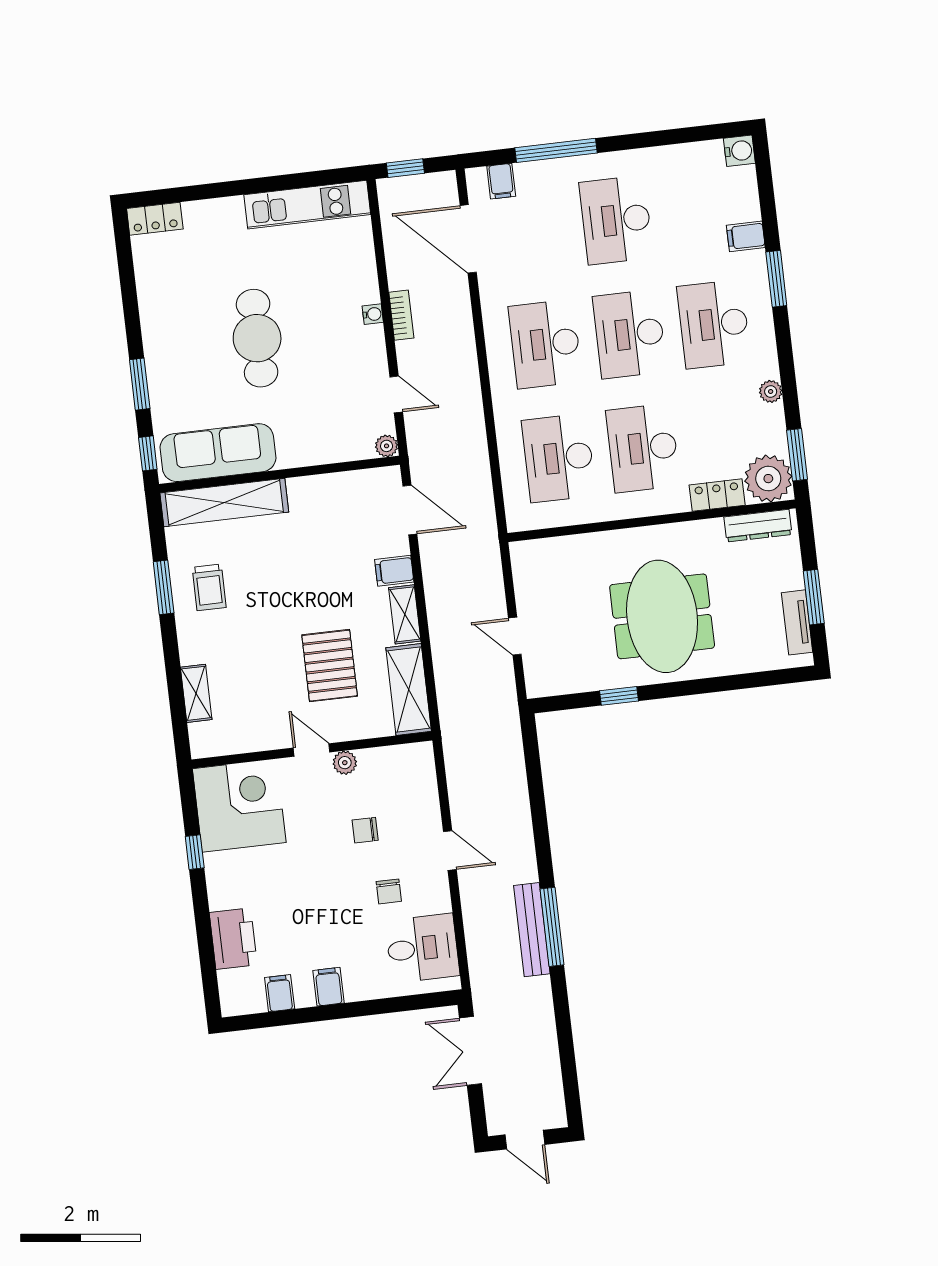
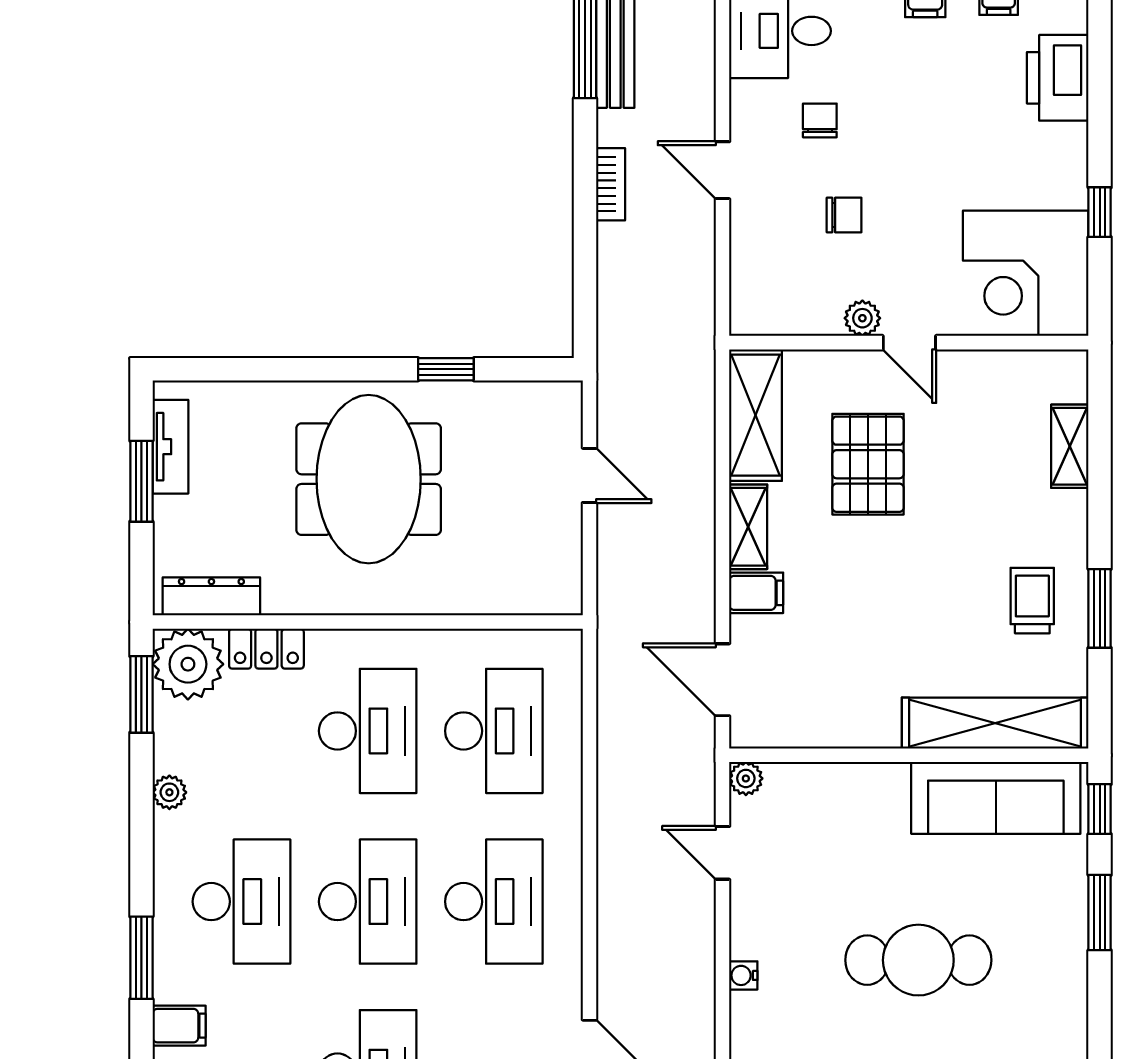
bookcase: (401, 315) -> (611, 184), moved, turned 180
cafe table: (257, 338) -> (918, 960), turned 90

